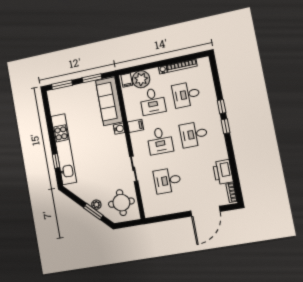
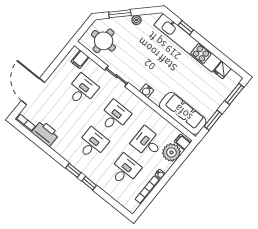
fridge: (56, 109) -> (222, 70), added
filing cabinet: (135, 126) -> (80, 59), moved
water cooler: (119, 129) -> (147, 91), moved
desk: (160, 141) -> (115, 116), turned 90
plant: (96, 205) -> (136, 20), moved

